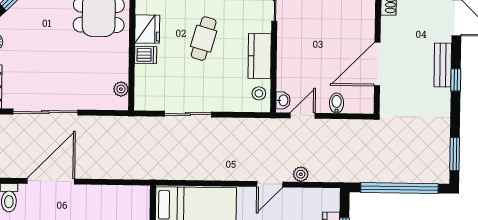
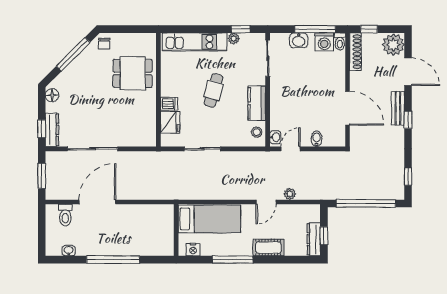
fridge: (147, 29) -> (170, 122), moved
door: (377, 64) -> (347, 108), swing flipped
plant: (121, 89) -> (150, 130), removed
window: (455, 154) -> (408, 177), width x0.67

